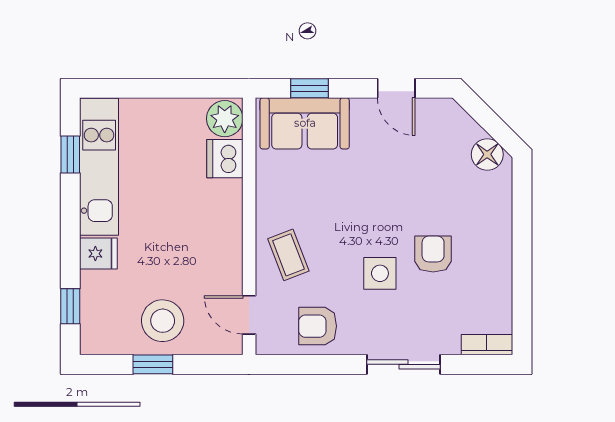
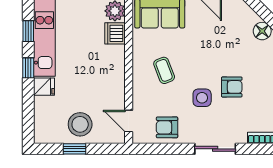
armchair: (433, 254) -> (232, 87), turned 90
coffee table: (288, 255) -> (164, 70), moved
window: (70, 306) -> (28, 68), moved

